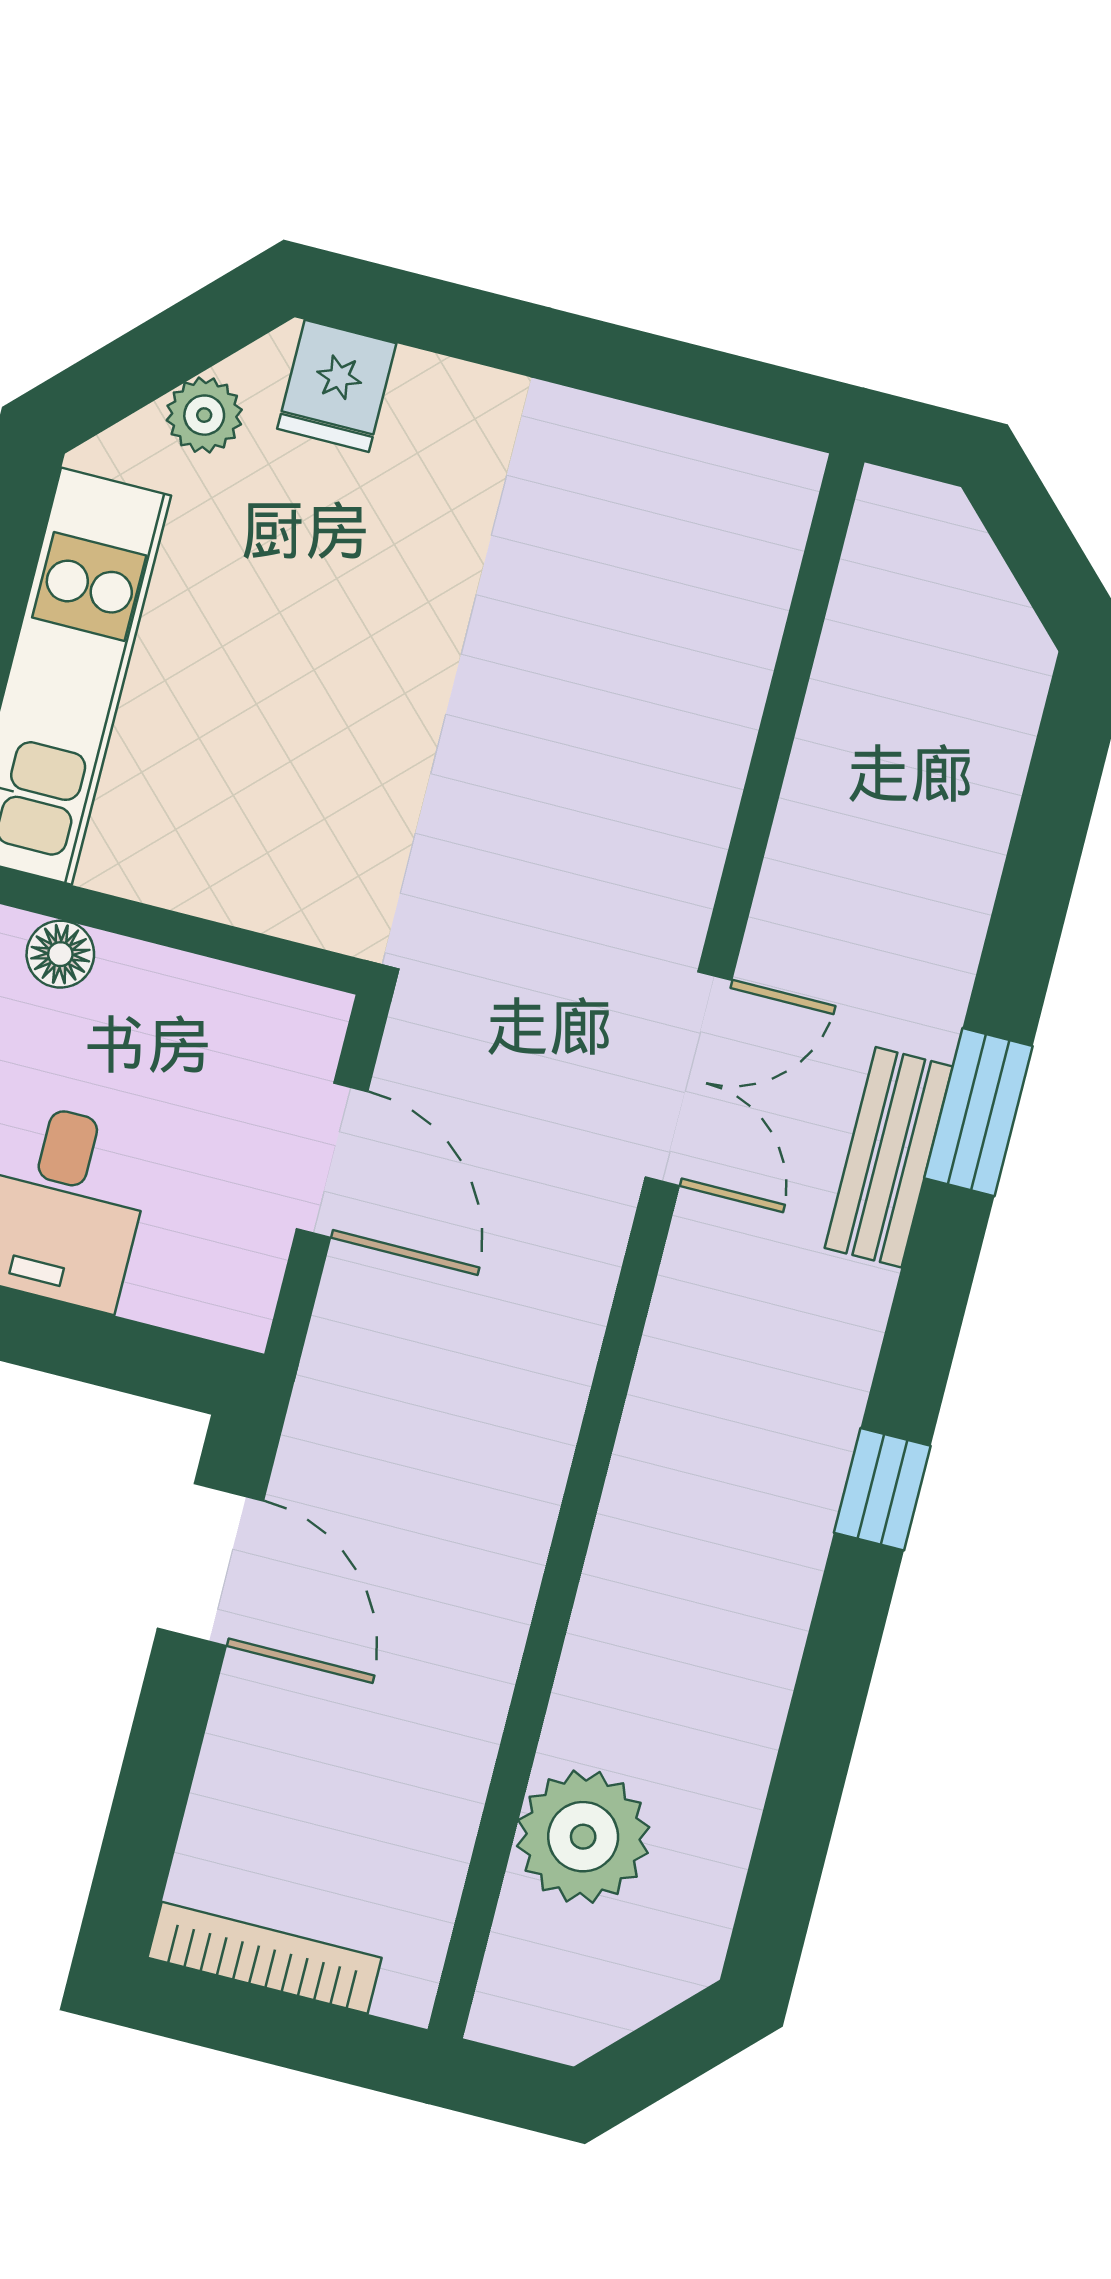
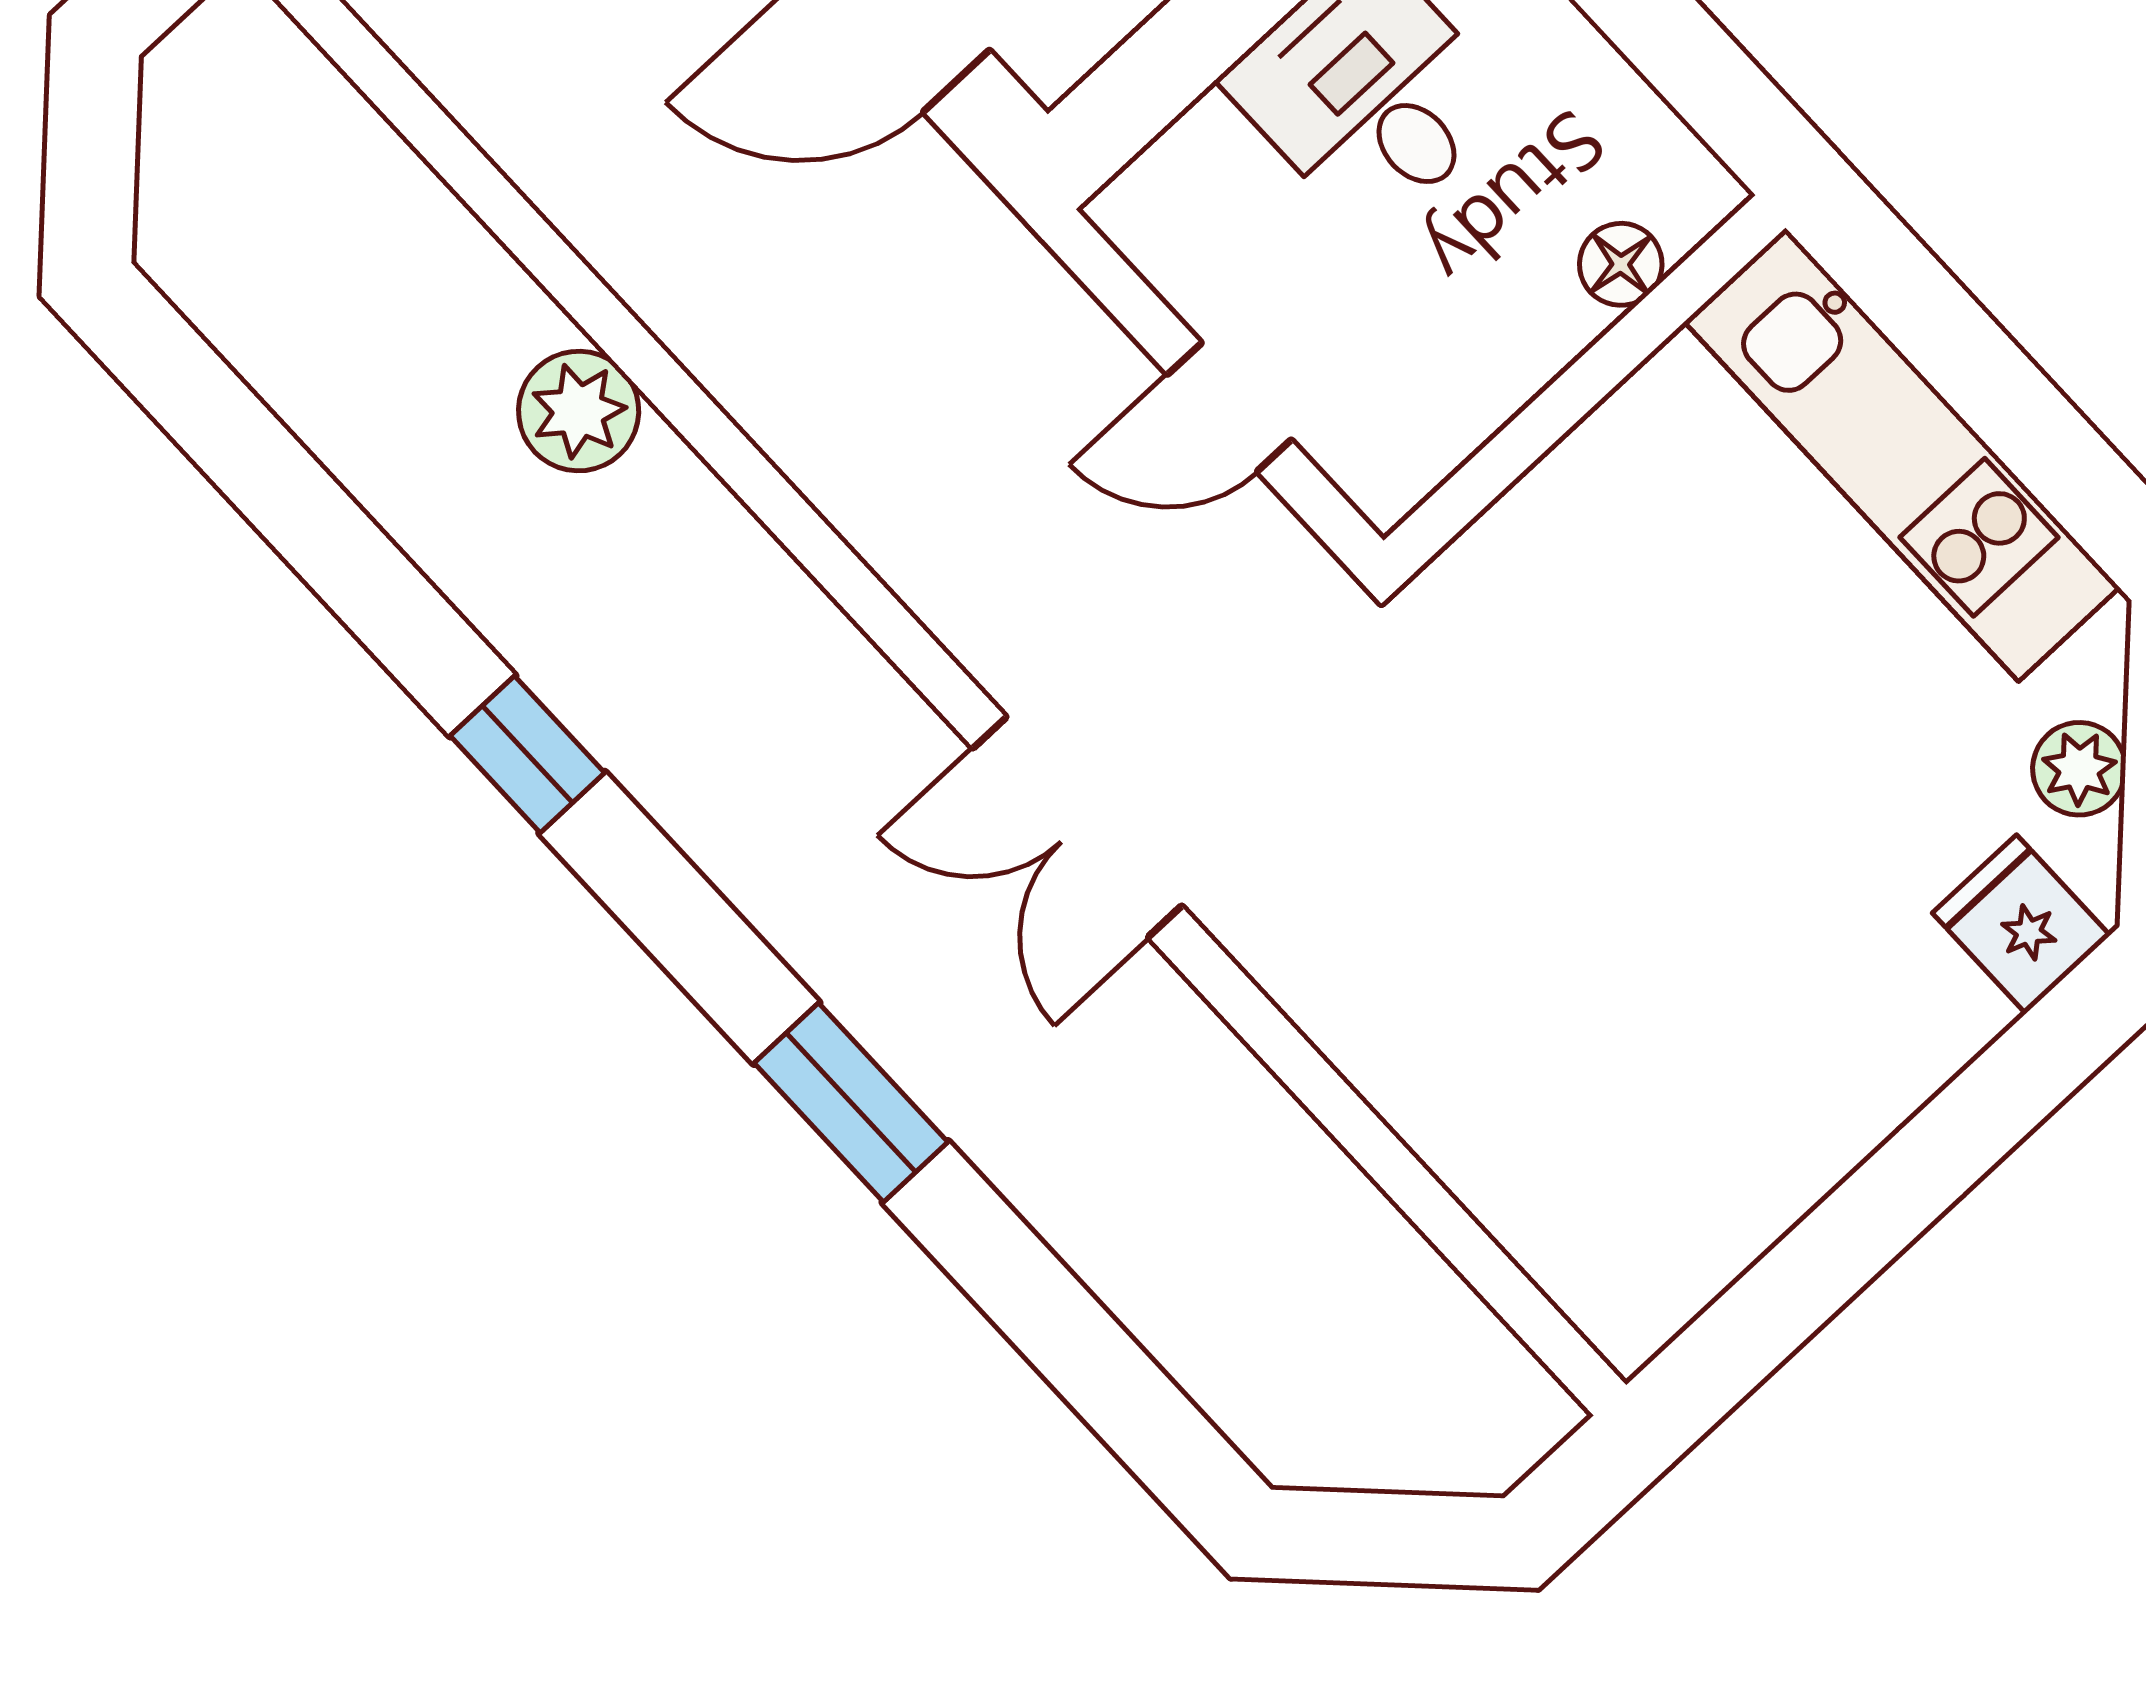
bench: (889, 1157) -> (864, 981), removed
door: (332, 1160) -> (1229, 407), width x0.73
plant: (583, 1837) -> (579, 411), moved, width x0.73, depth x0.73

